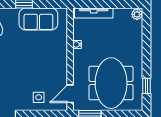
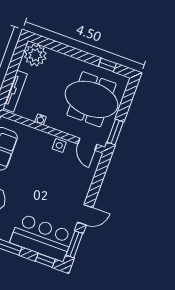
plant: (137, 14) -> (35, 55), width x1.88, depth x1.88
side table: (39, 97) -> (59, 145), moved

